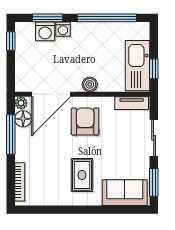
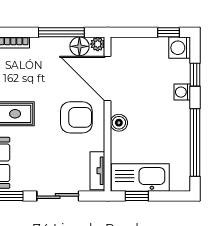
window: (48, 18) -> (195, 75), width x0.67
washing machine: (45, 31) -> (180, 48), moved

